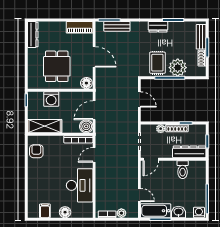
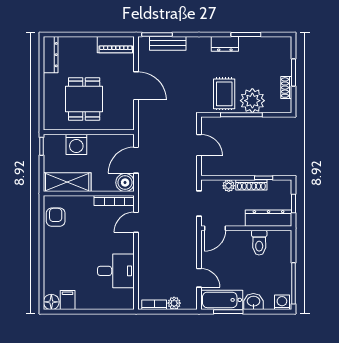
bench: (201, 37) -> (285, 58), removed
floor lamp: (86, 83) -> (125, 122), removed
desk: (80, 185) -> (116, 271), width x0.73
floor lamp: (65, 212) -> (51, 302), moved

